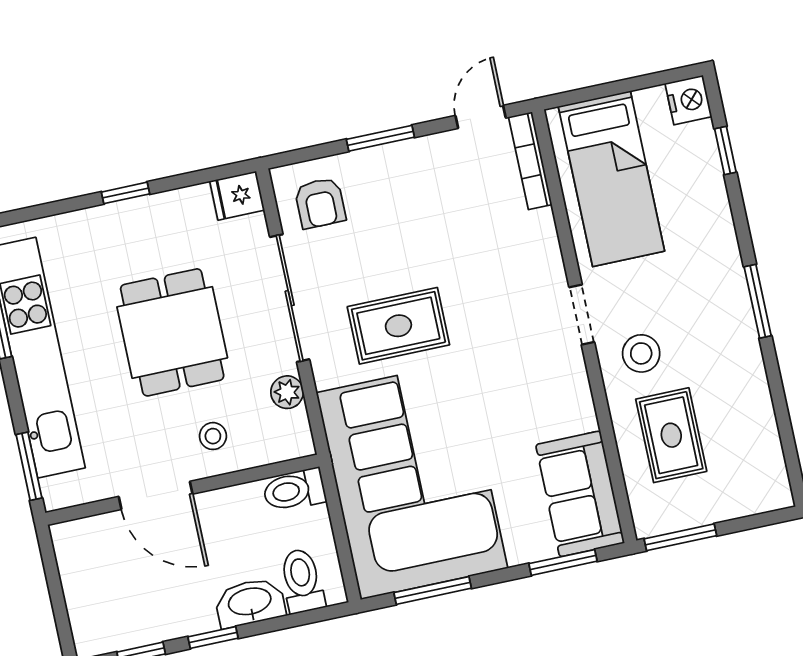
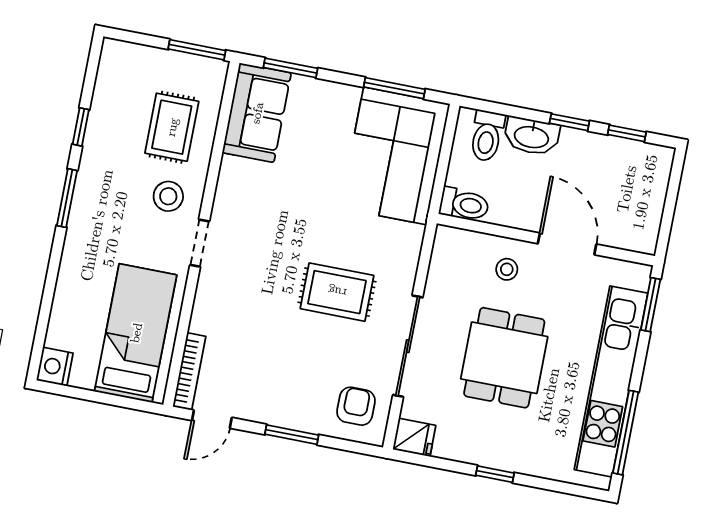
window: (725, 150) -> (81, 127), moved
plant: (287, 392) -> (439, 278), removed
corner sofa: (412, 480) -> (395, 156), width x0.73, depth x0.74

